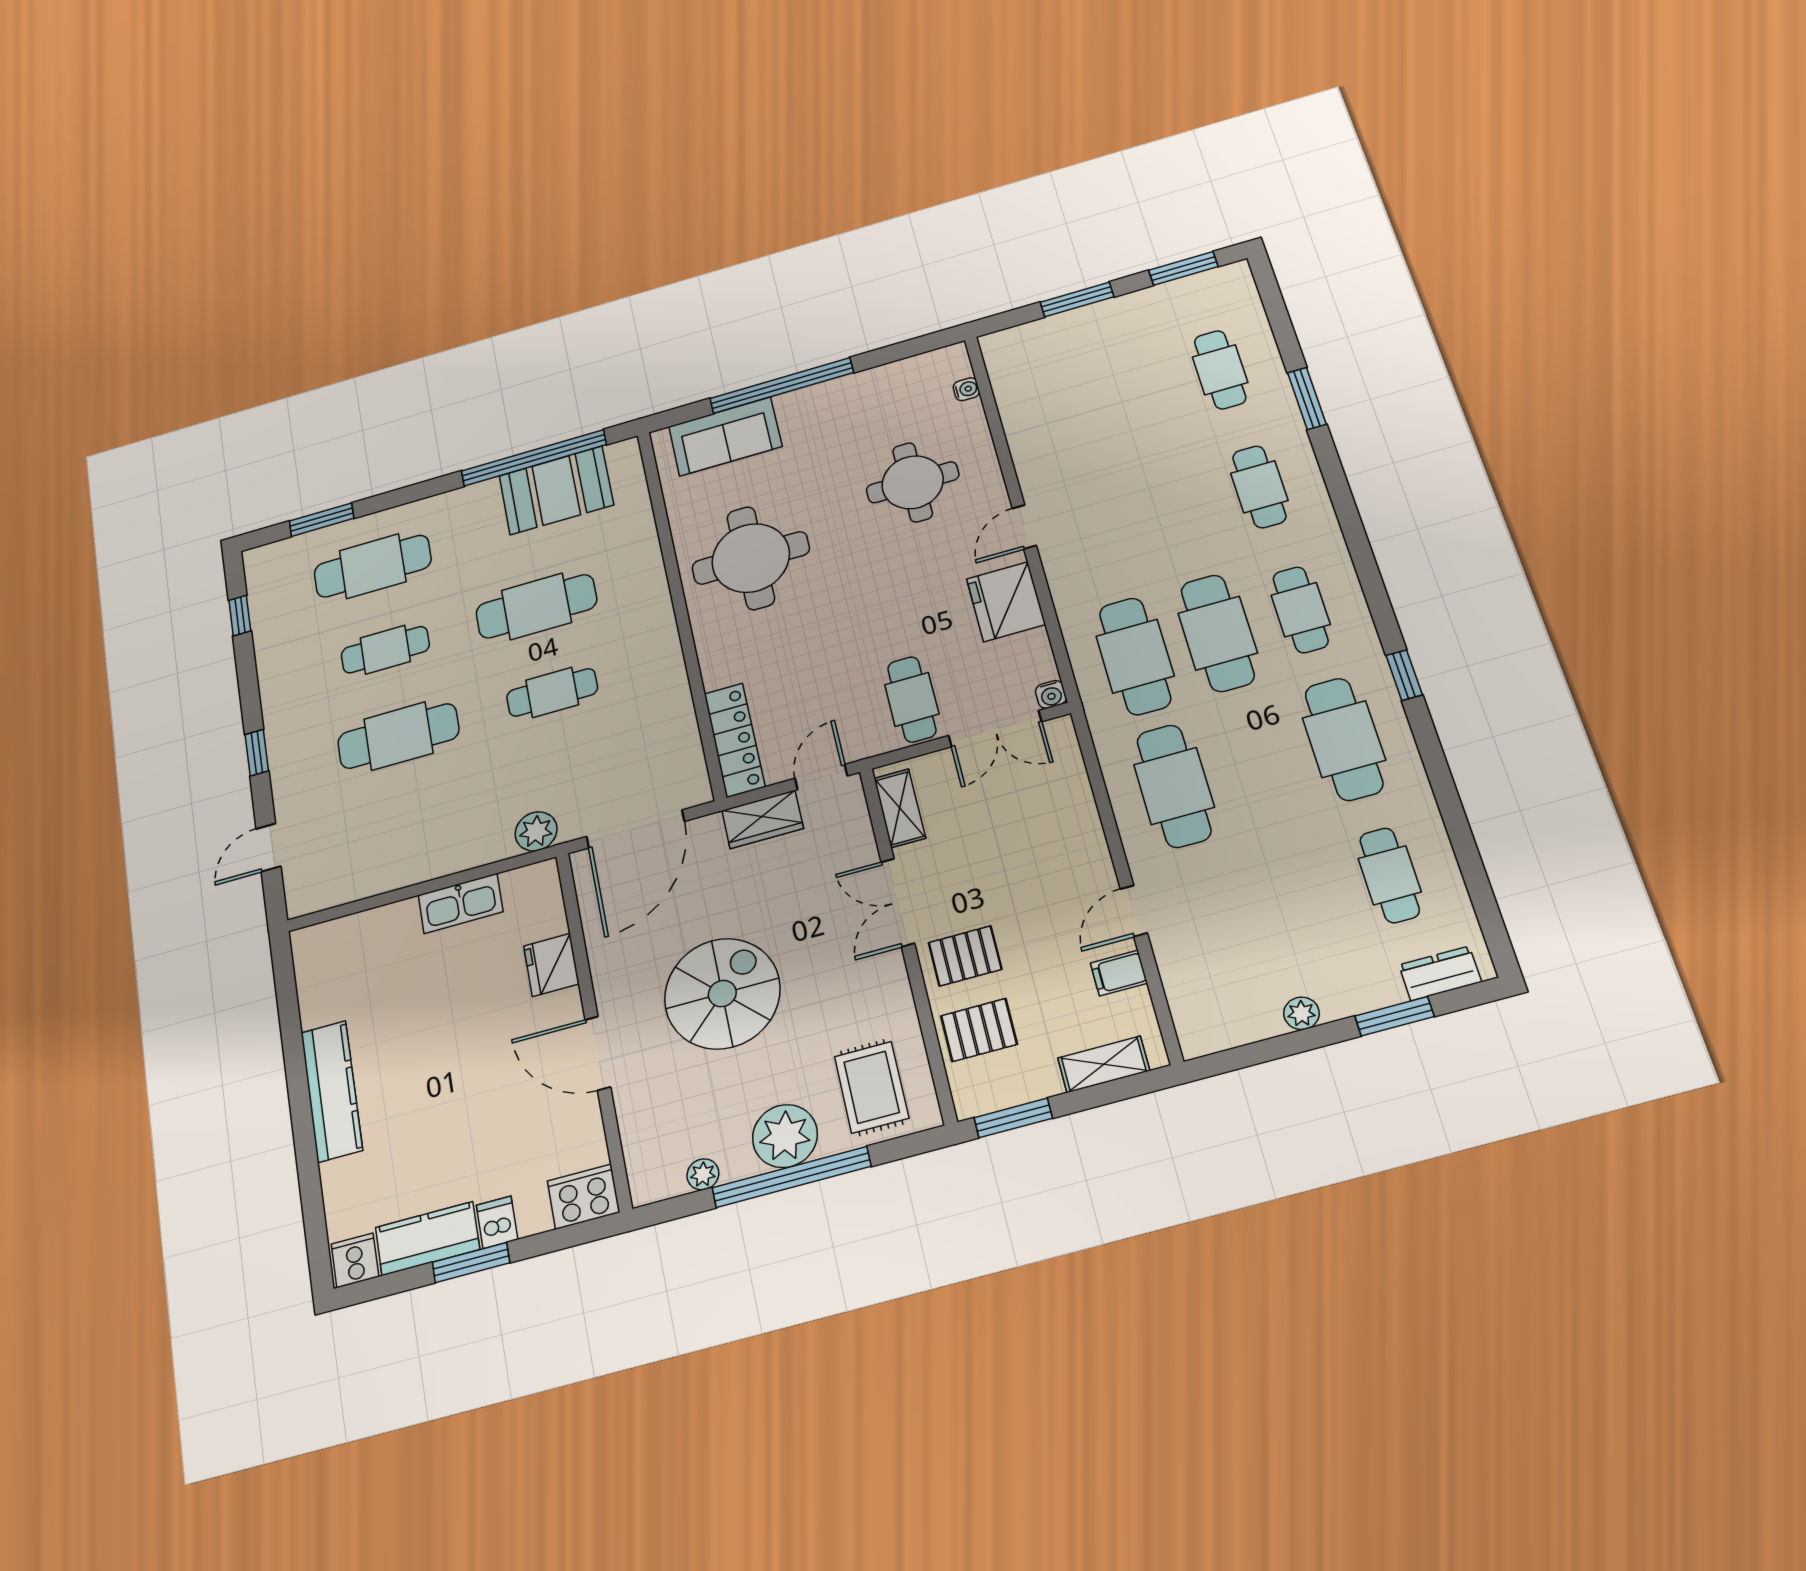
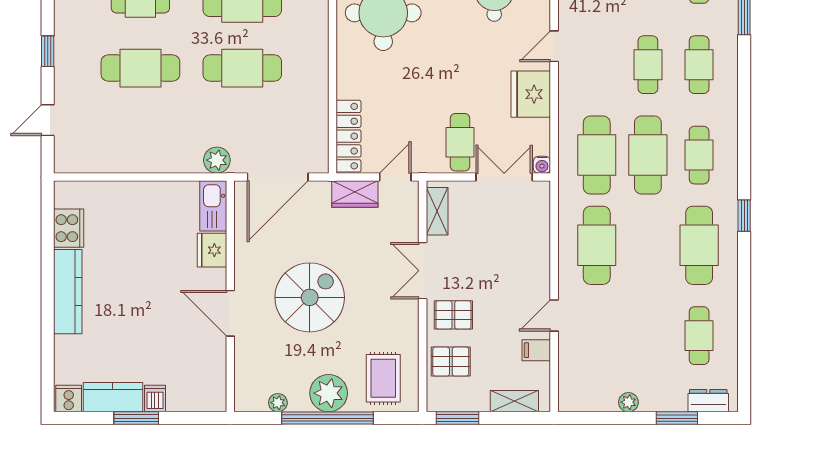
cafe table: (1178, 510) -> (648, 65), added
cafe table: (552, 692) -> (242, 68), width x1.37, depth x1.35
double door: (995, 729) -> (504, 177), swing flipped
kitchen sink: (461, 903) -> (213, 206), moved, turned 90
cooker: (583, 1197) -> (69, 228), moved, turned 90

